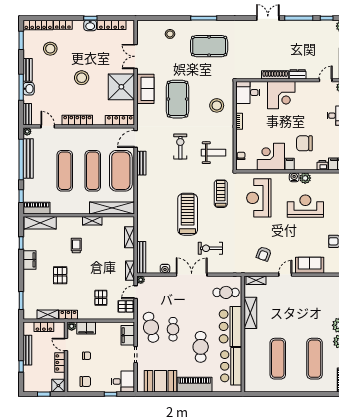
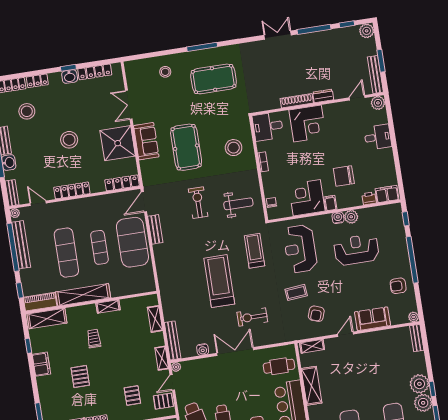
exercise mat: (93, 171) -> (99, 247), width x0.73, depth x0.69
shelving: (112, 208) -> (83, 295), moved
coffee table: (250, 234) -> (296, 292), added

